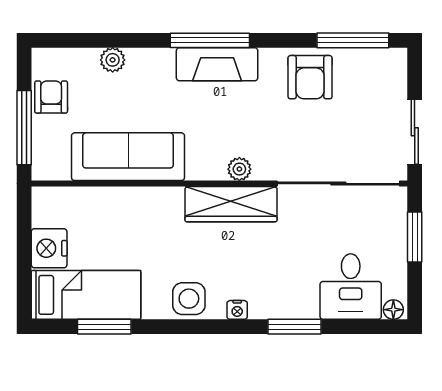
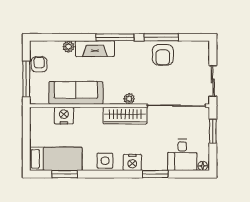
window: (353, 40) -> (161, 37), moved
fireplace: (217, 64) -> (95, 49), moved
nightstand: (49, 248) -> (64, 115), moved, turned 90
nightstand: (237, 310) -> (132, 162), width x1.89, depth x1.79

